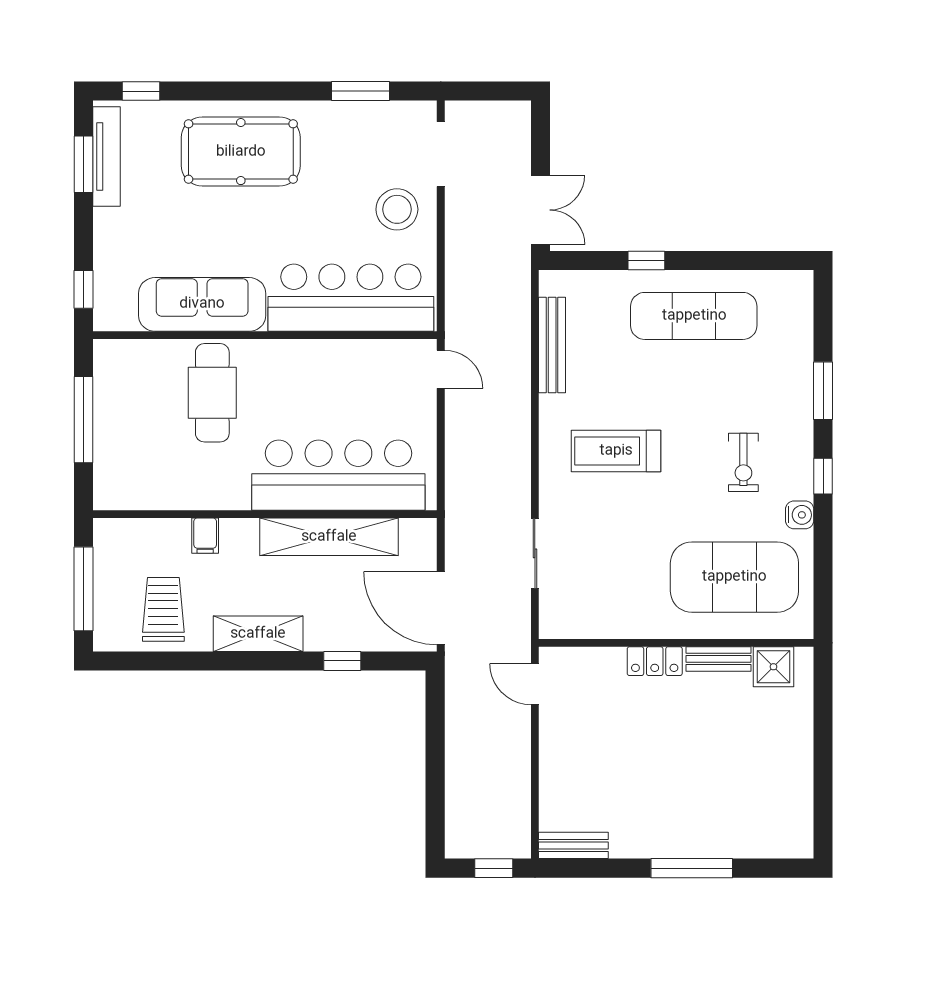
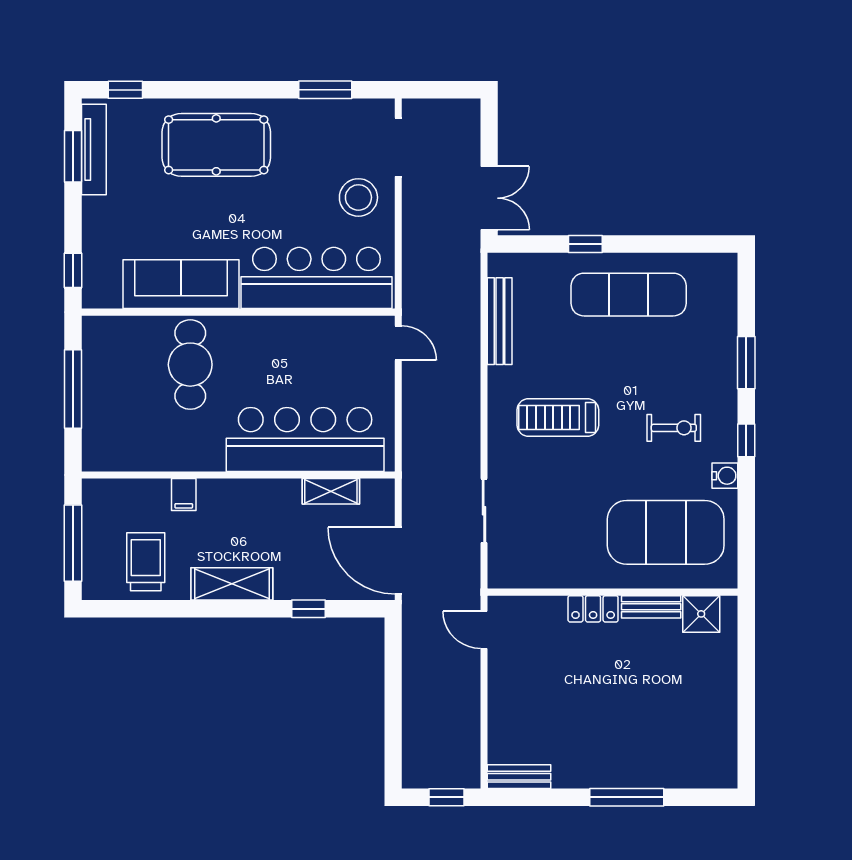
exercise bike: (743, 462) -> (674, 428), turned -90
shelving: (329, 537) -> (331, 491), width x0.45, depth x0.75

